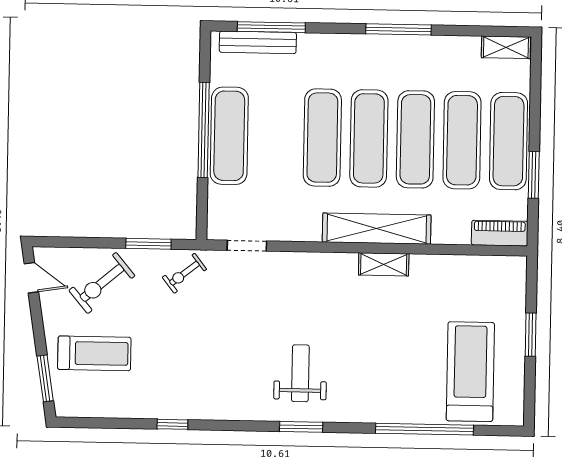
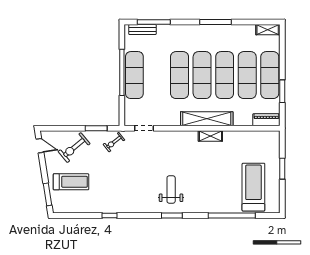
bench: (258, 42) -> (142, 30), width x0.73

